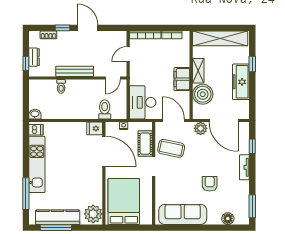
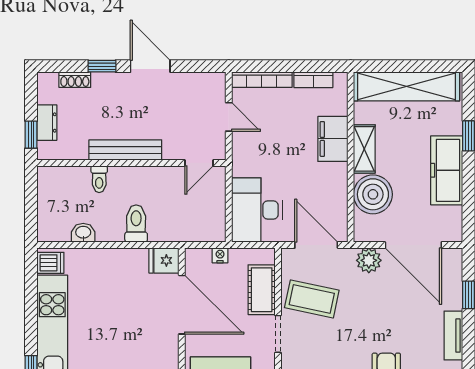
door: (128, 54) -> (229, 117), swing flipped
filing cabinet: (182, 79) -> (333, 139), moved
toilet: (105, 109) -> (136, 224), moved
washbasin: (35, 114) -> (83, 233), moved

